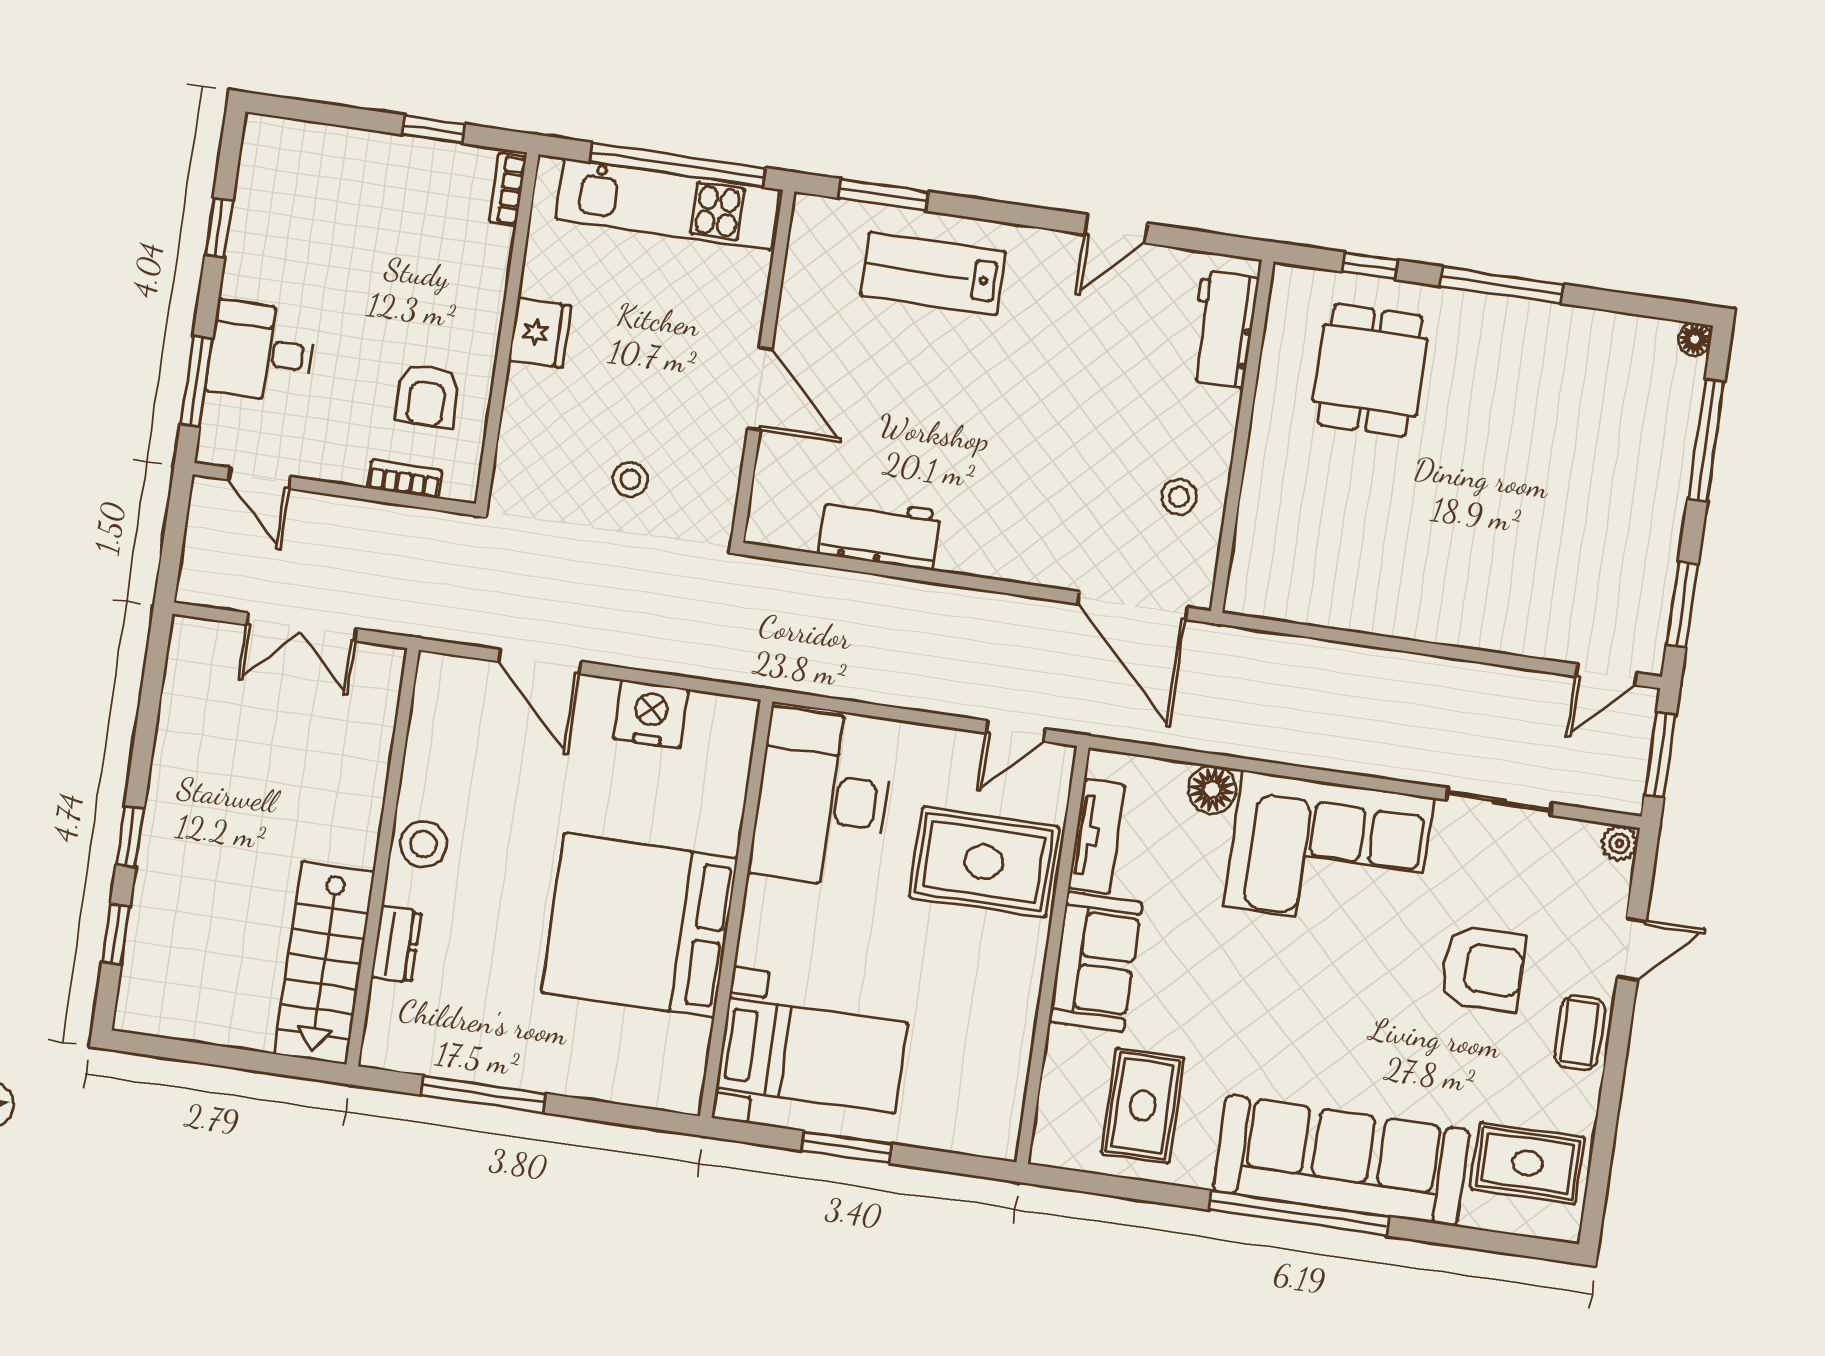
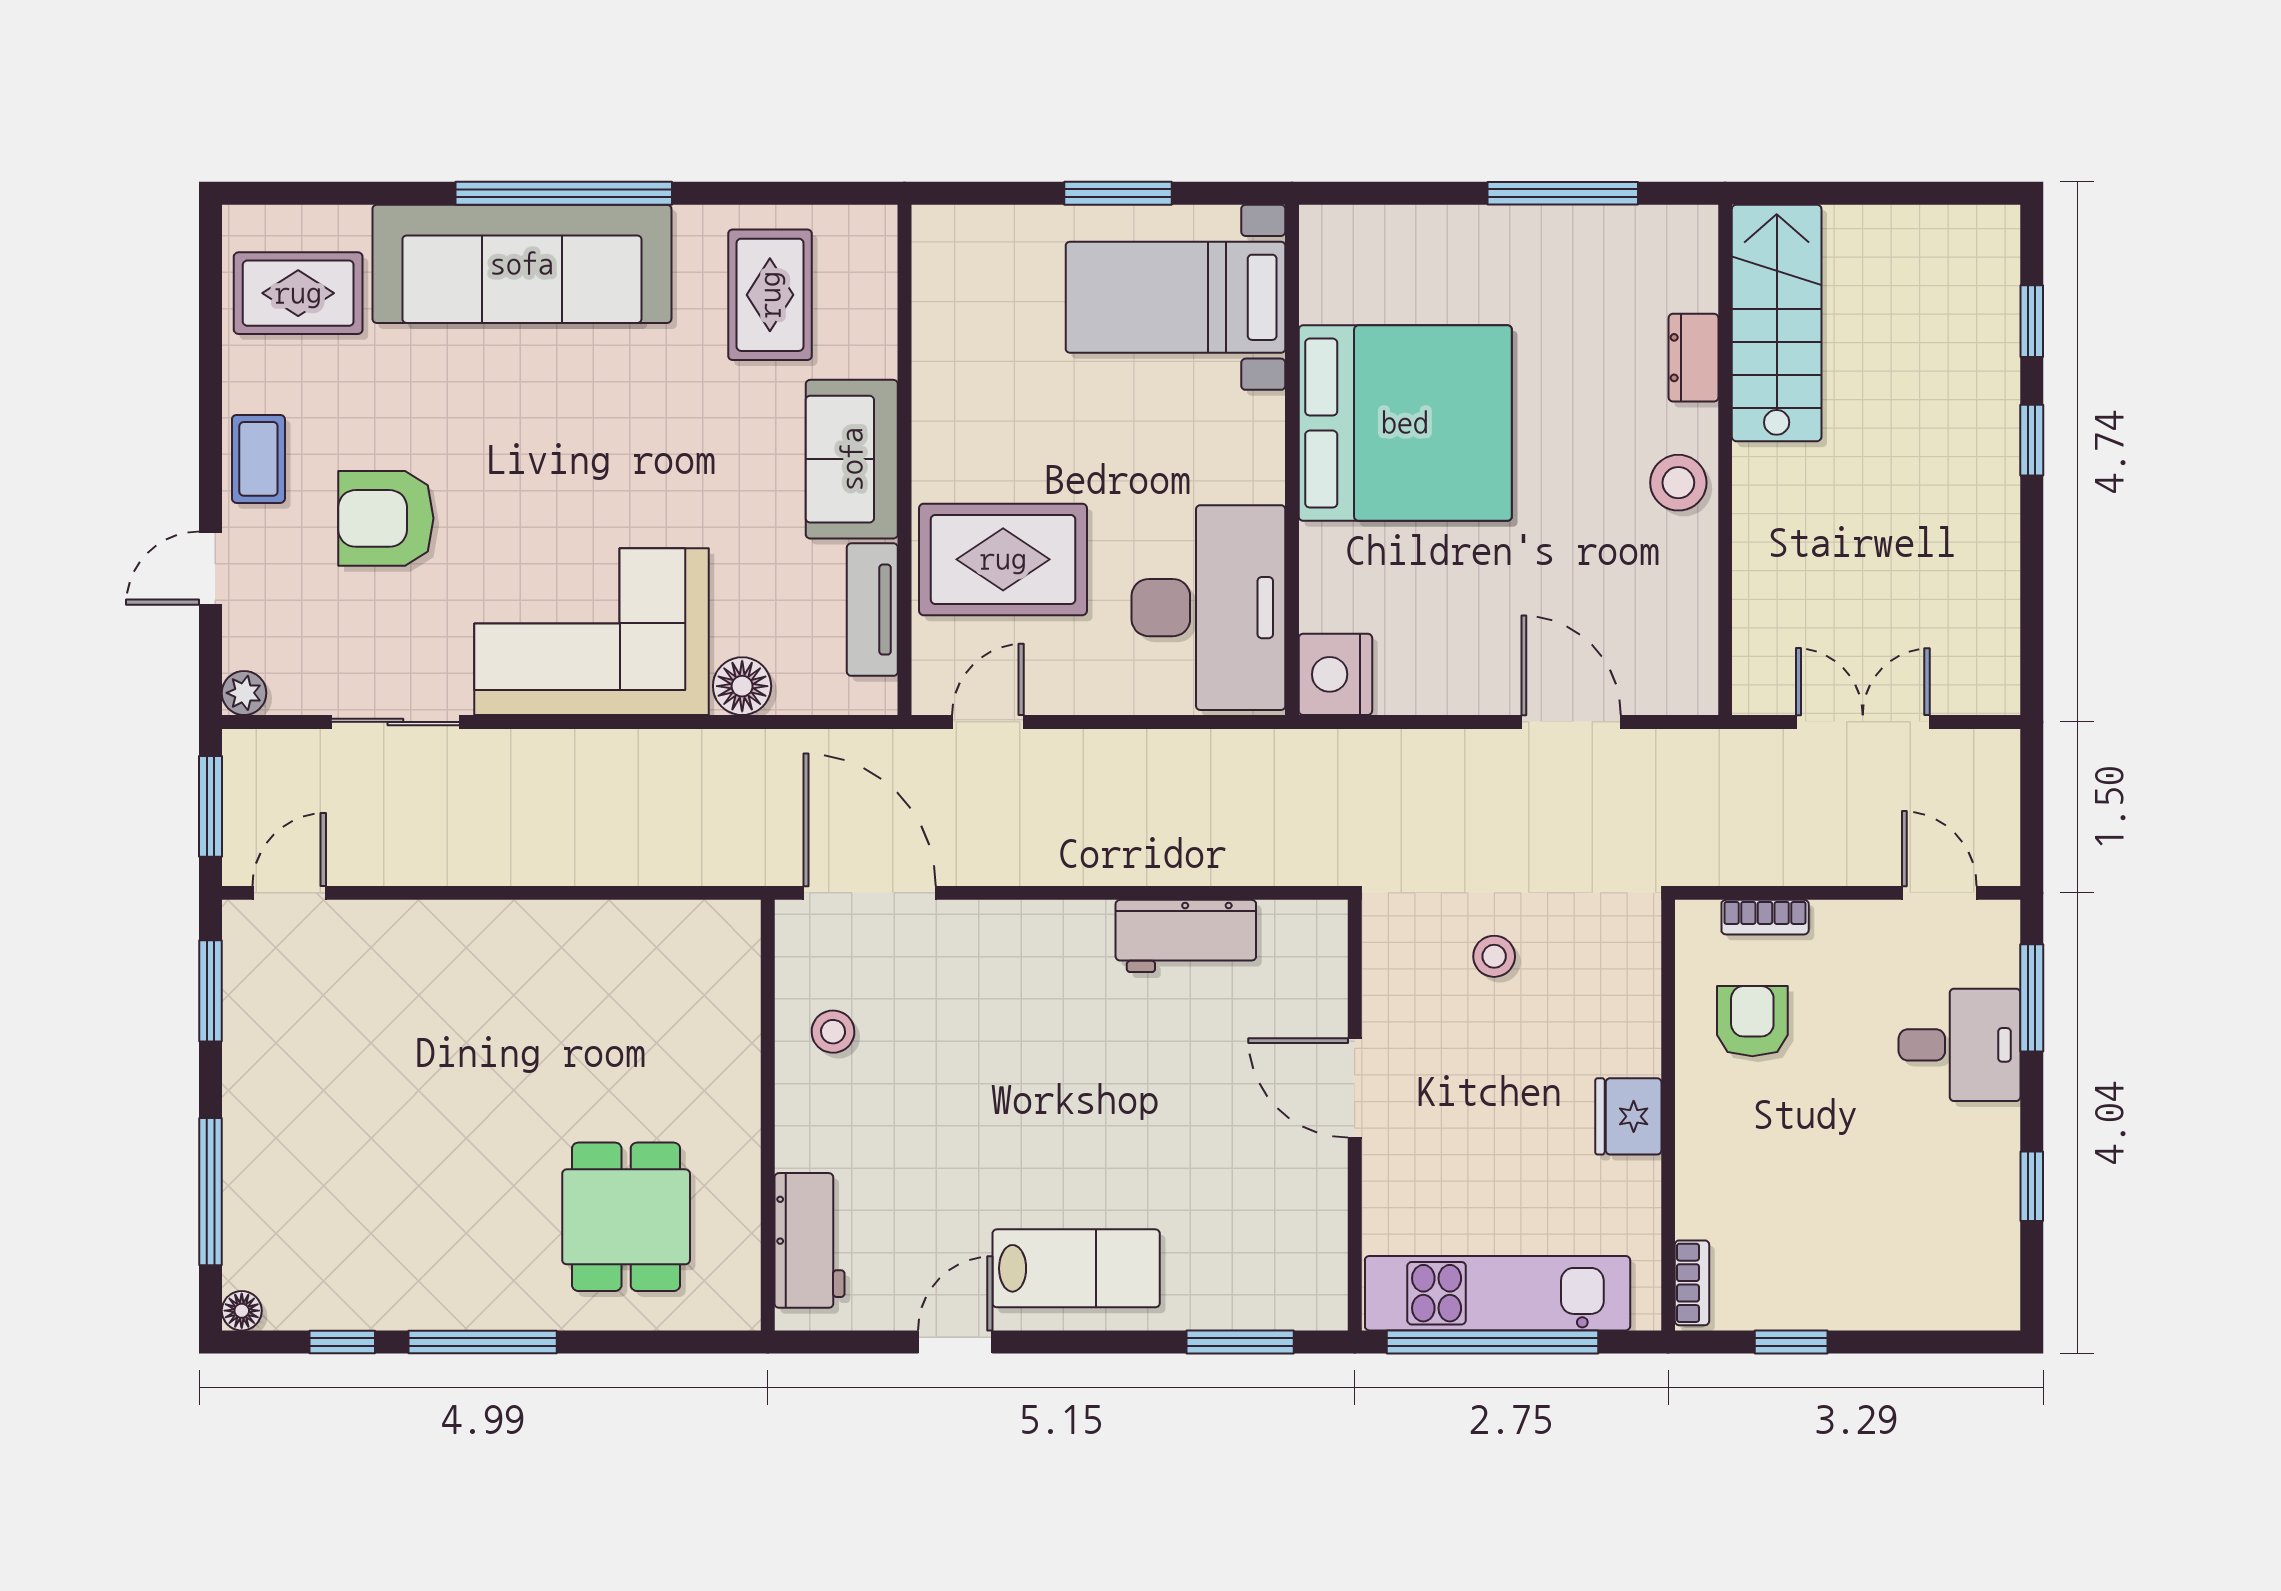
window: (1370, 266) -> (342, 1342), moved
lab bench: (933, 273) -> (1076, 1268), moved
nightstand: (651, 714) -> (1335, 674), moved, turned 90

